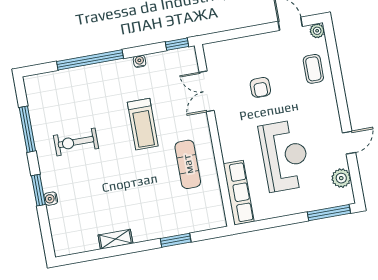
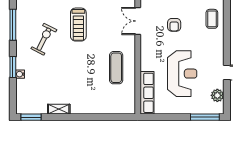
treadmill: (143, 124) -> (78, 25), moved
exercise bike: (76, 142) -> (44, 39), turned 117
window: (176, 240) -> (31, 117), moved

